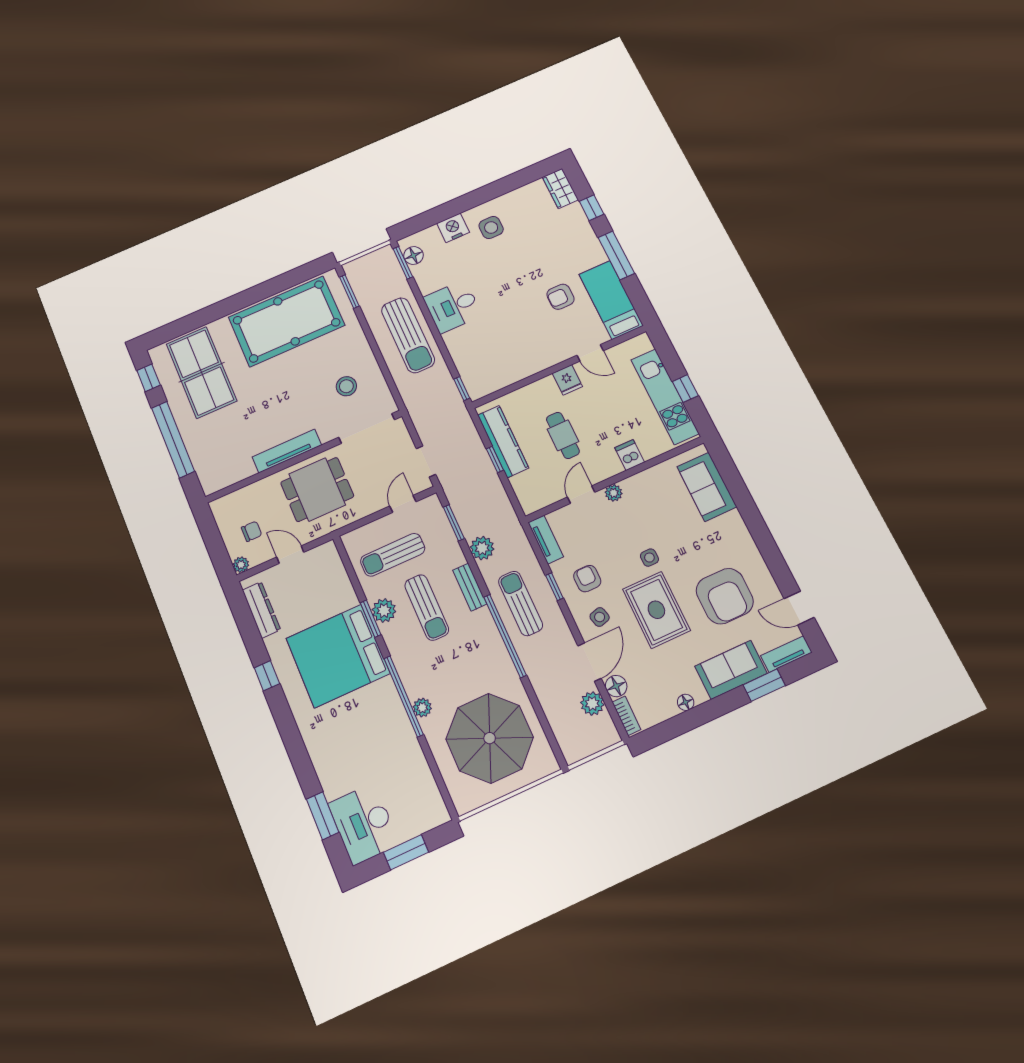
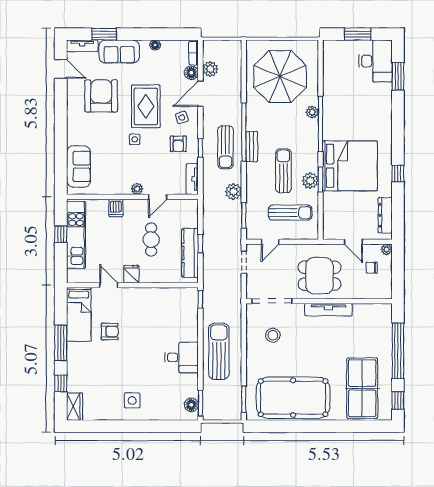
nightstand: (453, 228) -> (157, 412), removed
bench: (470, 587) -> (252, 147), moved

